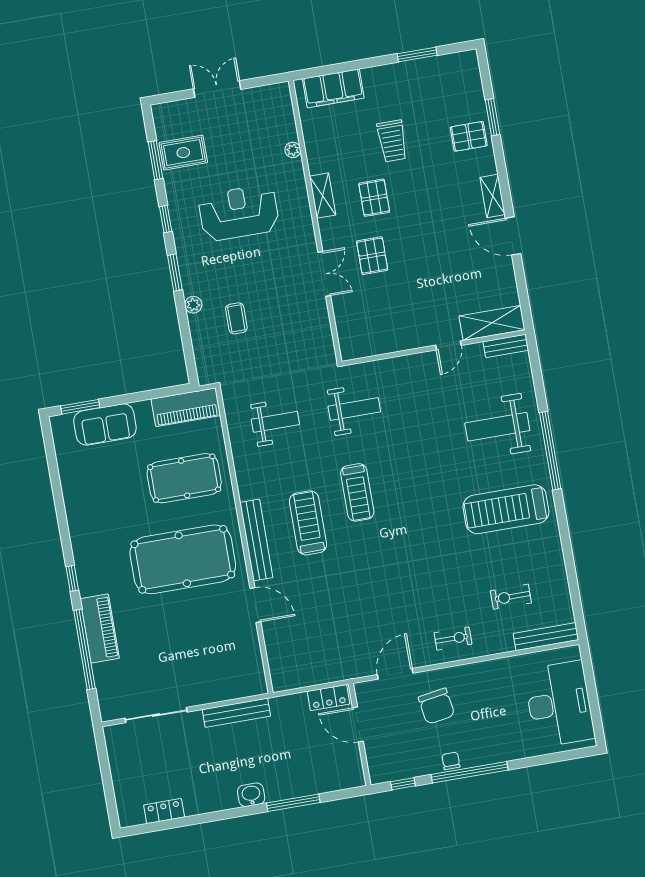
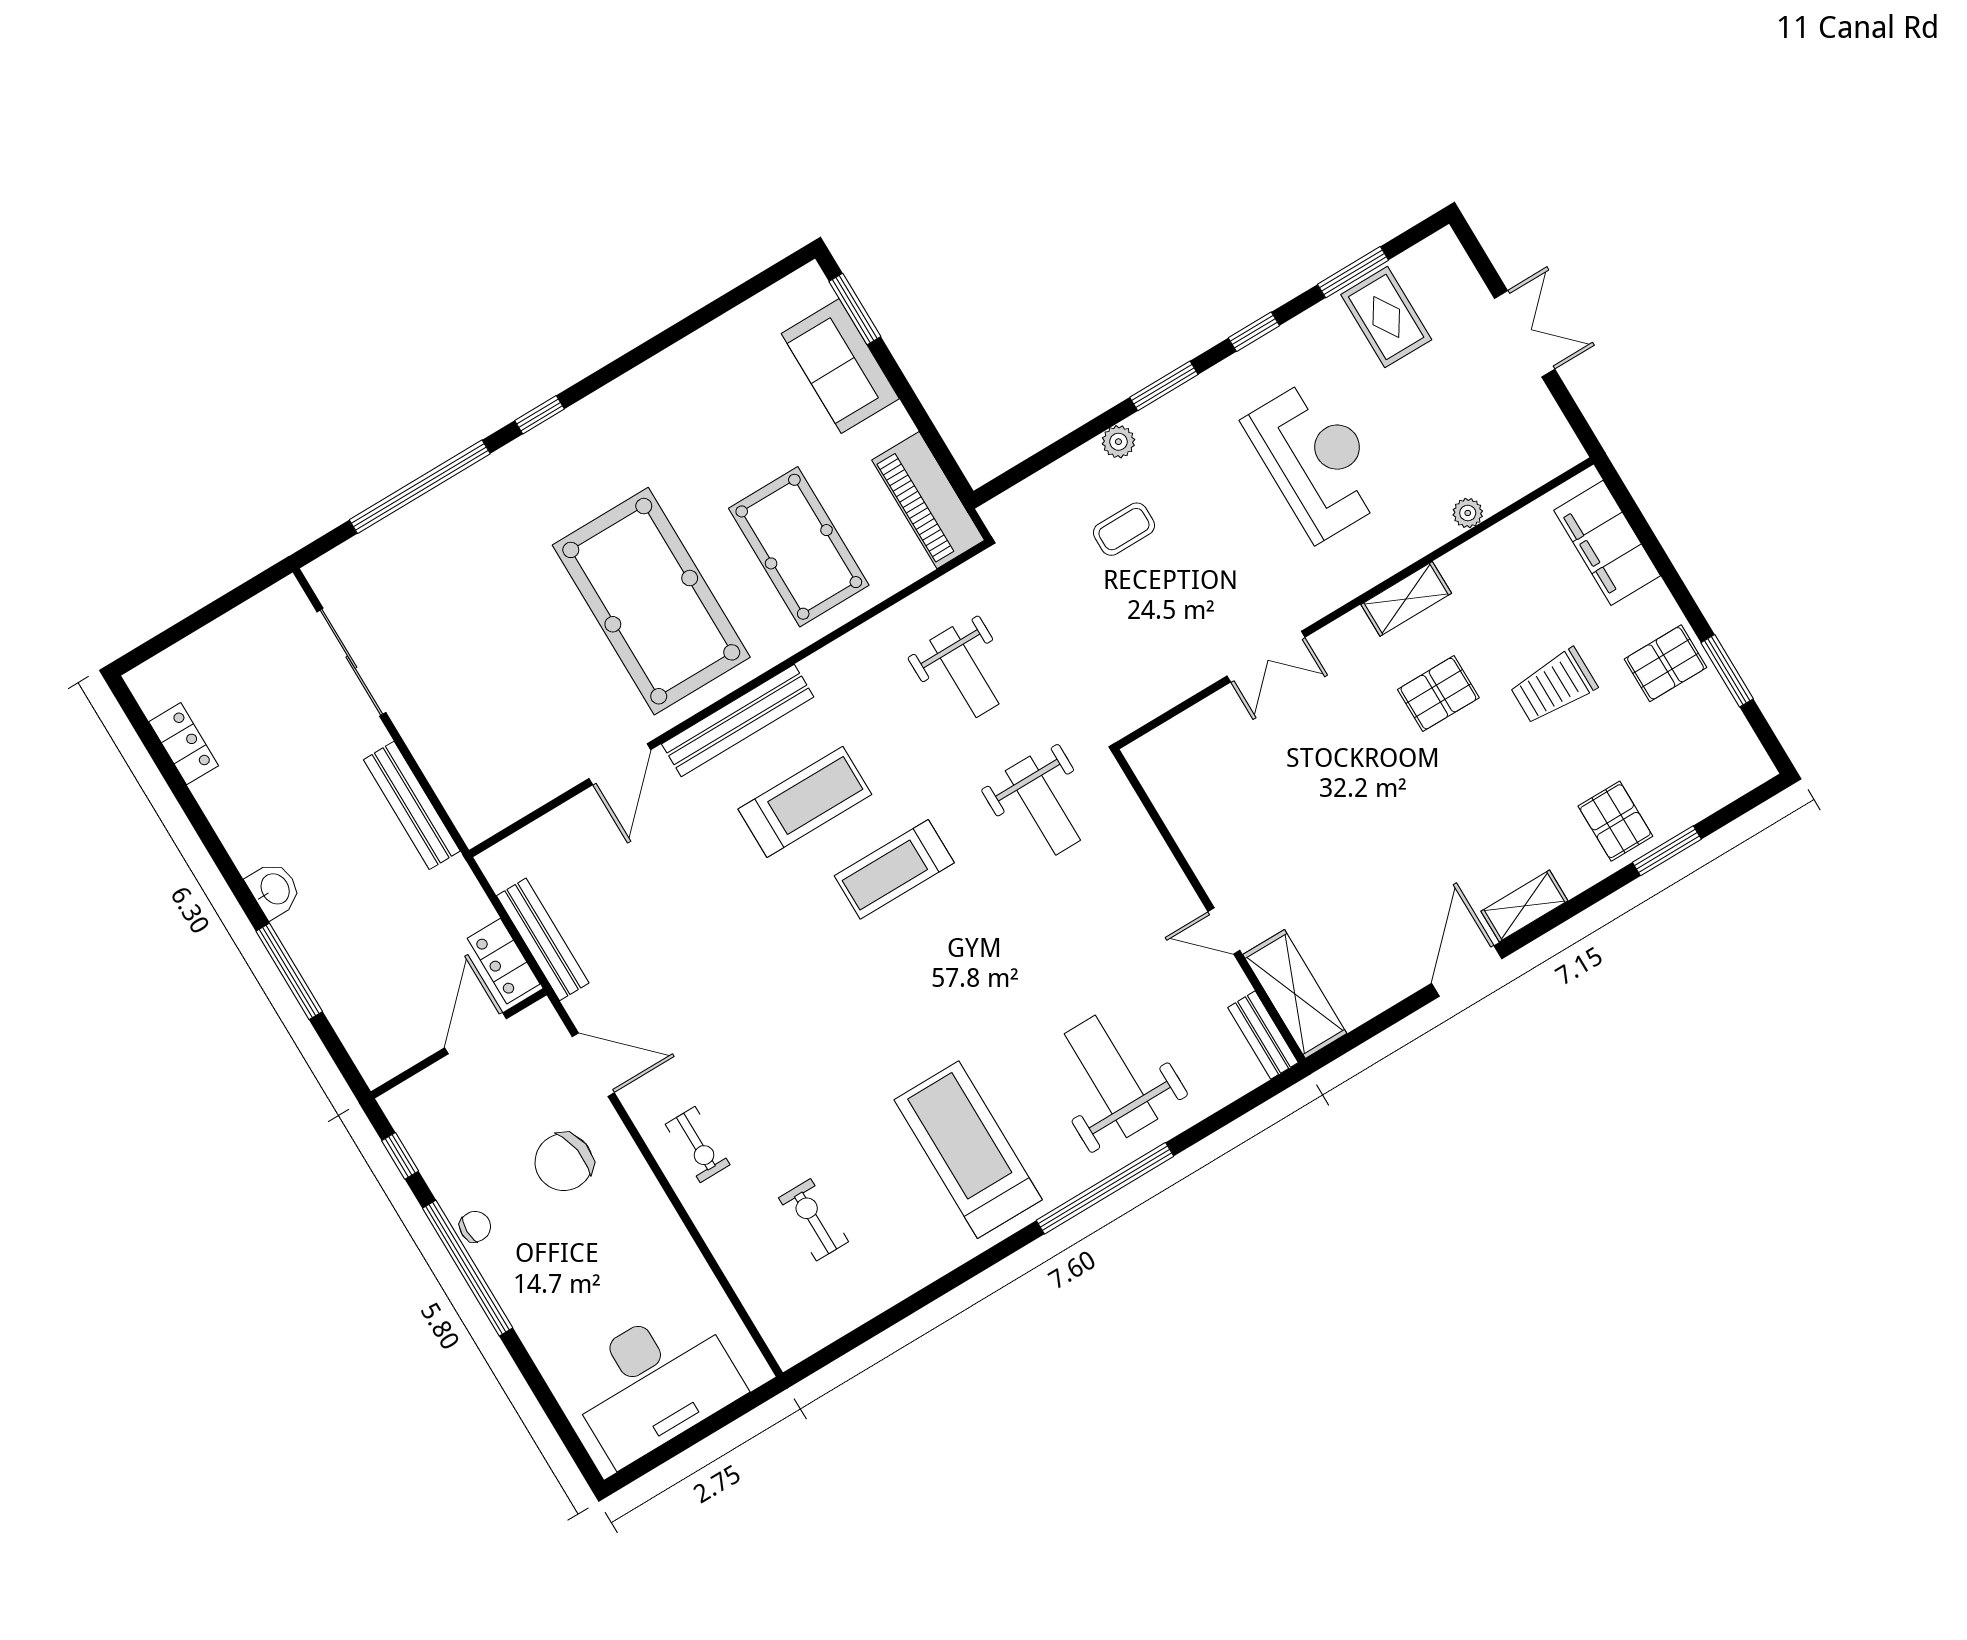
pallet: (372, 256) -> (1665, 663), moved
piano: (100, 628) -> (468, 499), removed
bench: (546, 637) -> (543, 939), moved

